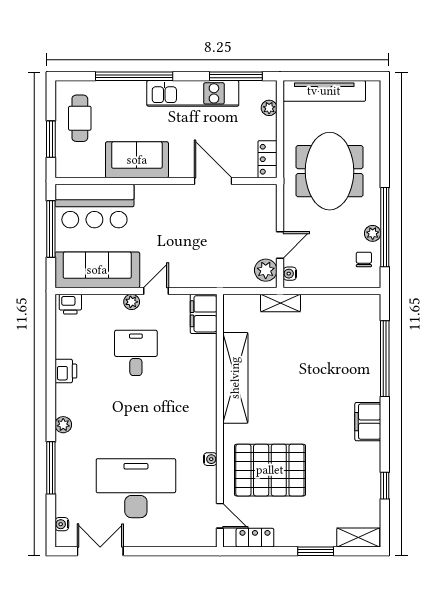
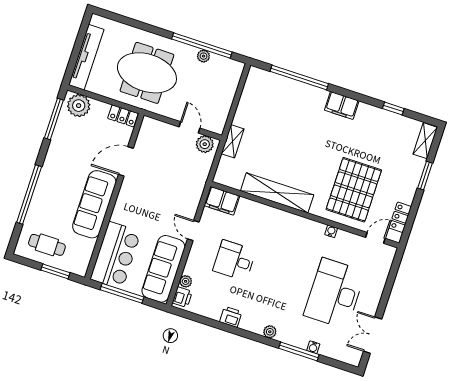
kitchen unit: (193, 93) -> (56, 155), removed
plant: (269, 108) -> (79, 106), width x1.88, depth x1.88
sofa: (137, 160) -> (94, 204), width x1.36
chair: (364, 259) -> (221, 69), removed
water cooler: (290, 274) -> (213, 127), removed
plant: (132, 302) -> (186, 281), moved
water cooler: (62, 524) -> (313, 347), moved

